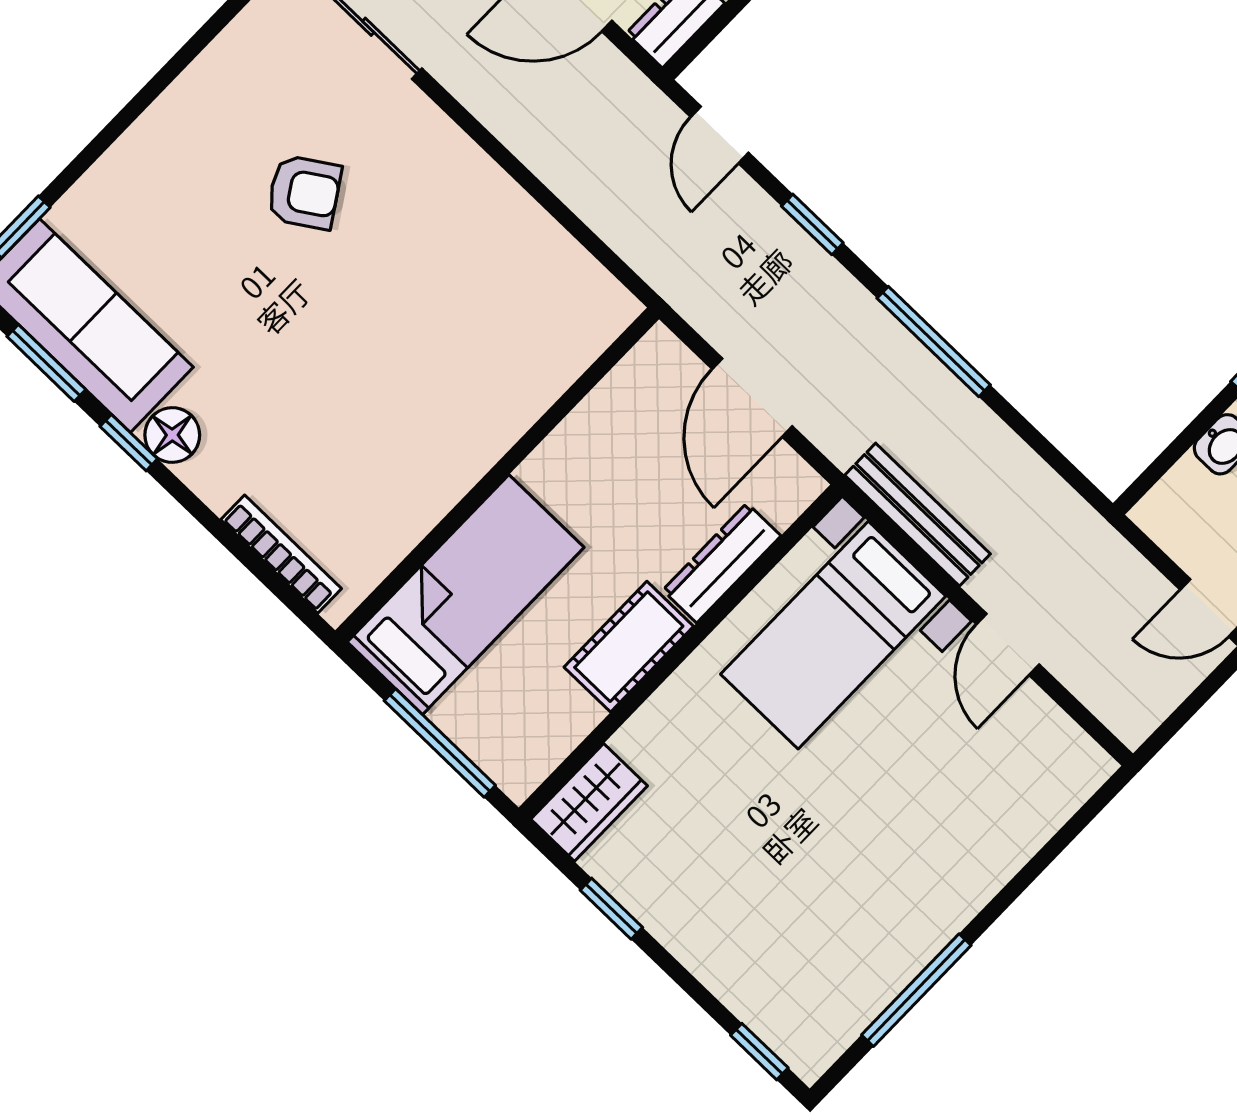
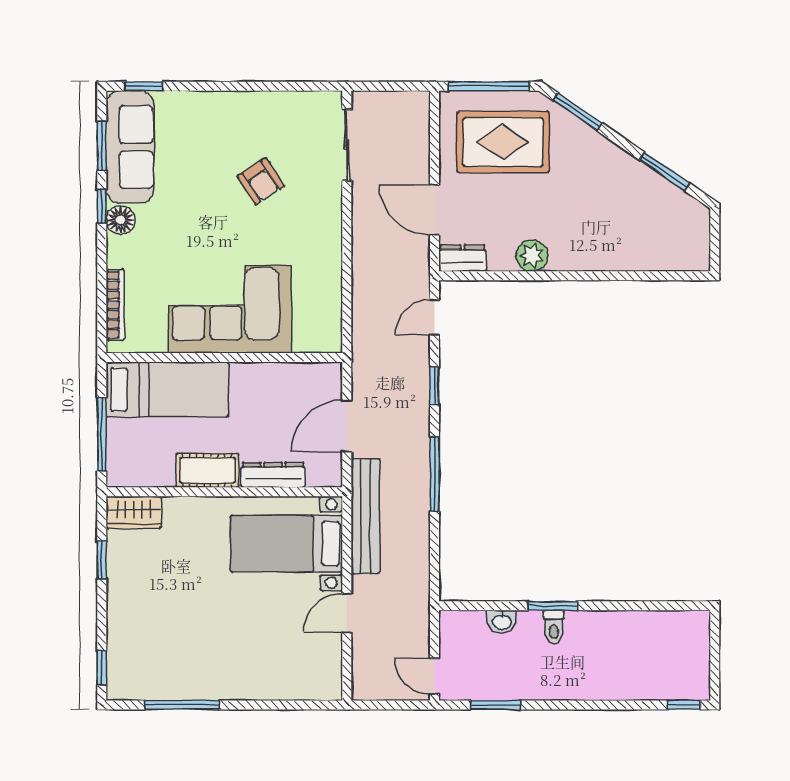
corner sofa: (439, 404) -> (230, 309), added
bench: (918, 515) -> (366, 516), width x1.37, depth x1.21

